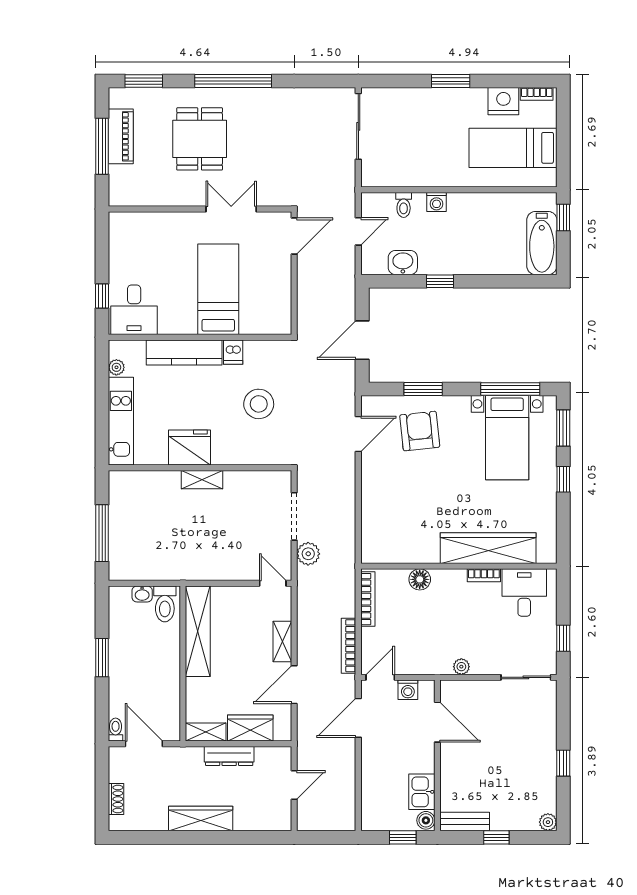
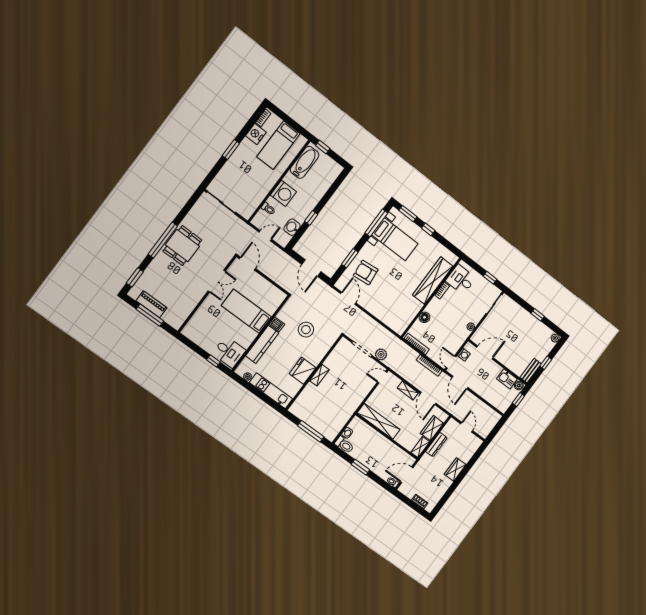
dining table: (200, 139) -> (182, 246), moved, turned 90
washing machine: (437, 202) -> (283, 193), width x1.89, depth x1.89
double door: (231, 209) -> (217, 281), swing flipped
door: (358, 231) -> (265, 236), hinge flipped
bathtub: (542, 243) -> (305, 162), moved, turned -90
toilet: (165, 604) -> (344, 445), moved
wardrobe: (201, 819) -> (455, 469), width x0.67

